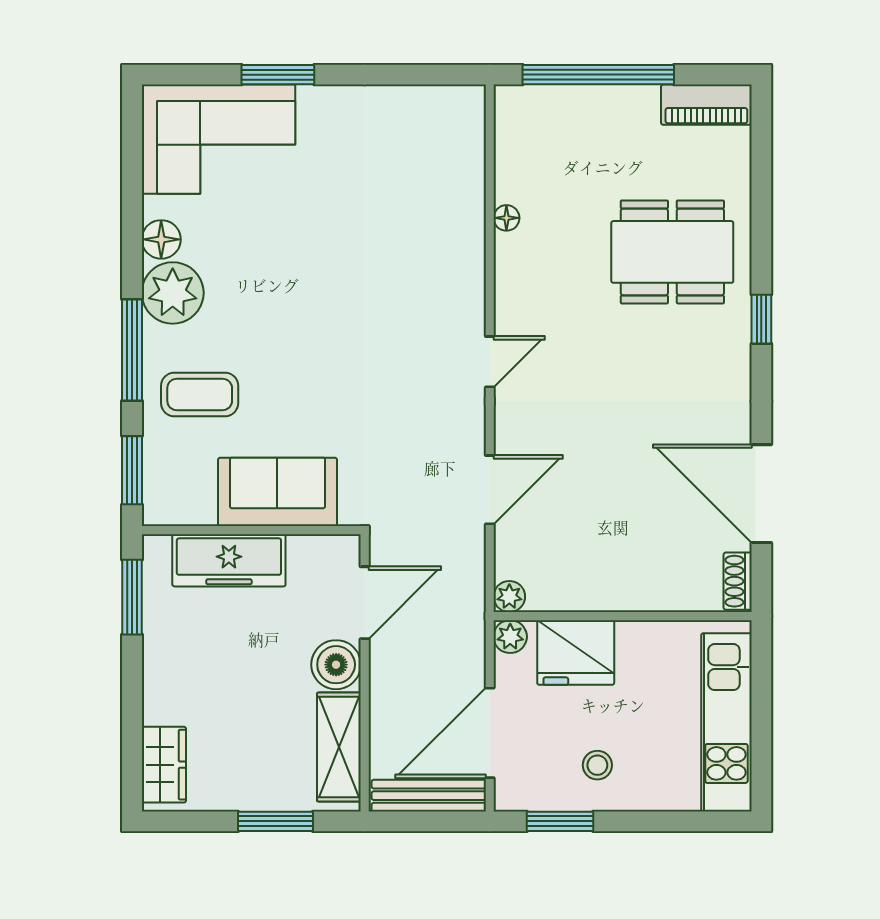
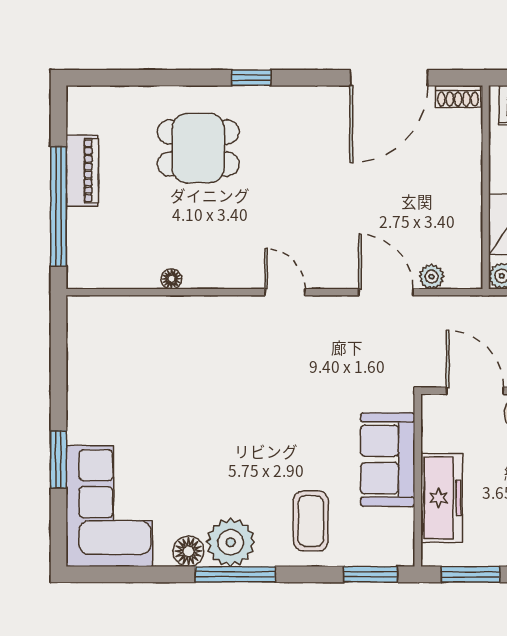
piano: (706, 105) -> (82, 171), moved
dining table: (672, 252) -> (198, 148), width x0.73
window: (132, 350) -> (235, 574), moved
plant: (509, 597) -> (432, 277), moved

